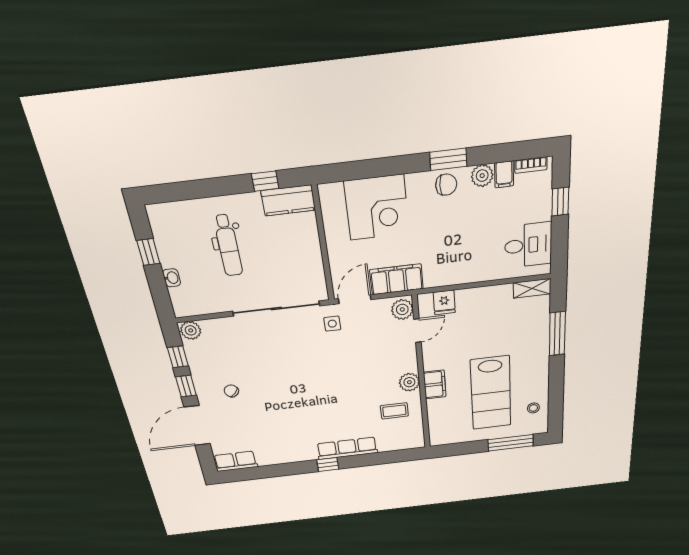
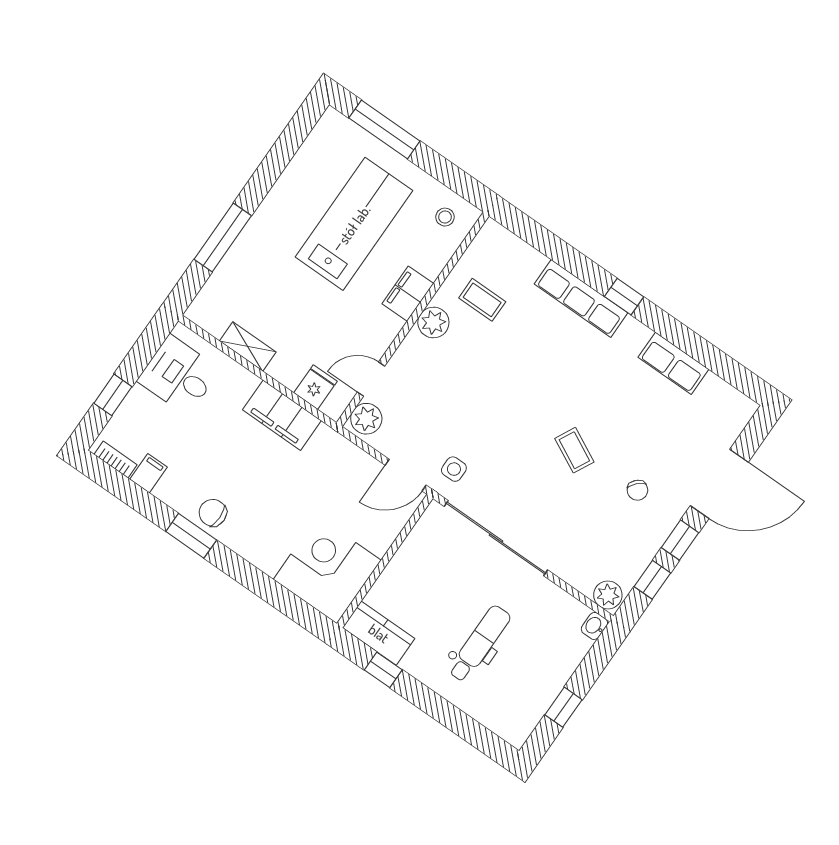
plant: (482, 176) -> (171, 491), removed
corner desk: (377, 208) -> (327, 570), moved
washbasin: (172, 278) -> (594, 626), moved
filing cabinet: (397, 279) -> (282, 415), moved
shelving: (532, 288) -> (248, 346), moved
coffee table: (281, 383) -> (574, 450), added
stool: (533, 408) -> (445, 217), moved
row of seats: (236, 461) -> (673, 363), moved

